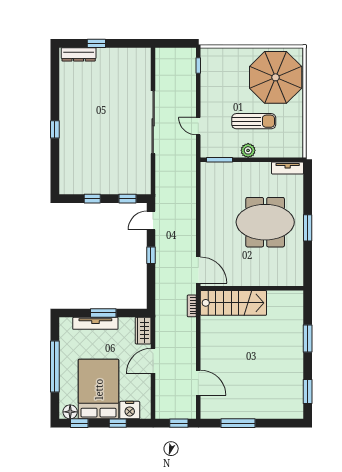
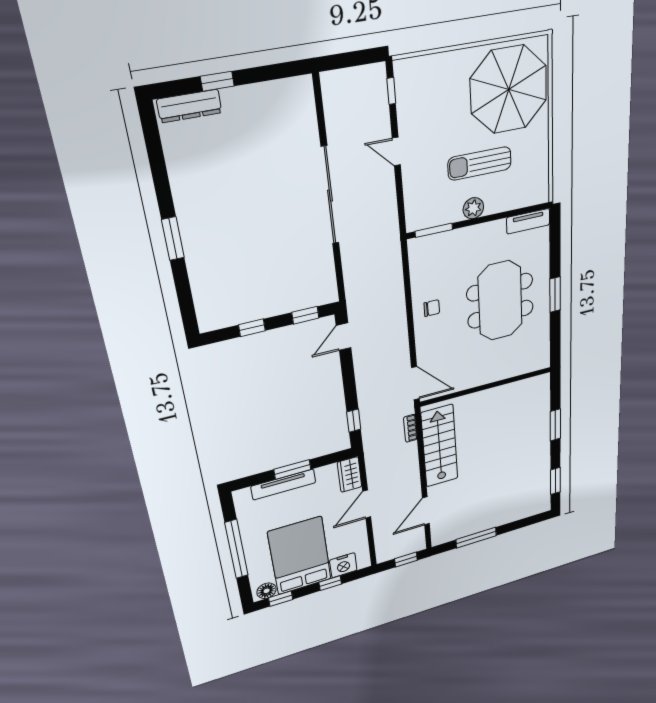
sun lounger: (254, 121) -> (480, 163), turned 180
door: (198, 126) -> (396, 152), moved
window: (55, 129) -> (173, 239), width x1.50
chair: (214, 215) -> (432, 308), added
meeting table: (265, 222) -> (500, 301), turned 90
window: (151, 255) -> (354, 421), moved
stairs: (233, 303) -> (440, 446), moved, turned -90
door: (198, 383) -> (426, 511), swing flipped

